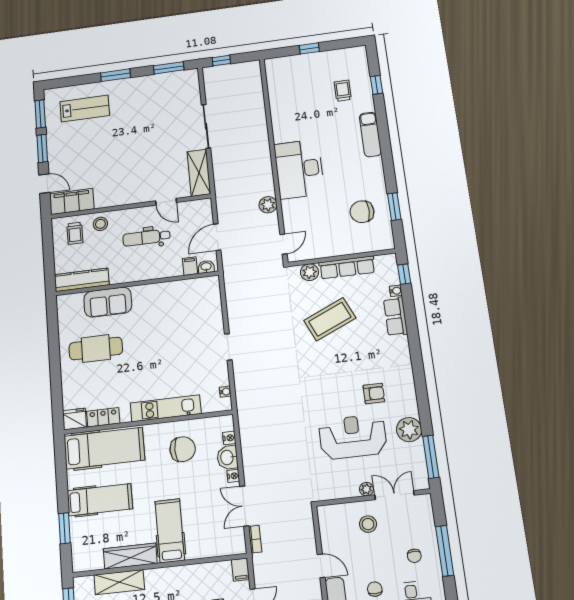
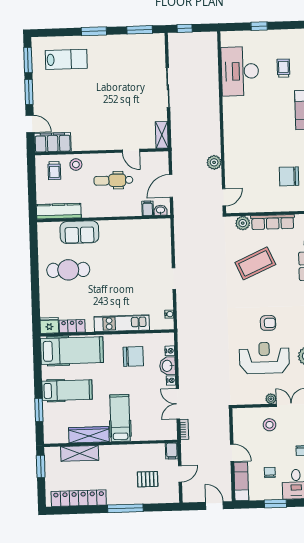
desk: (299, 169) -> (240, 71), moved
shelving: (199, 173) -> (162, 135), width x0.67, depth x0.75
armchair: (374, 393) -> (268, 323), moved

